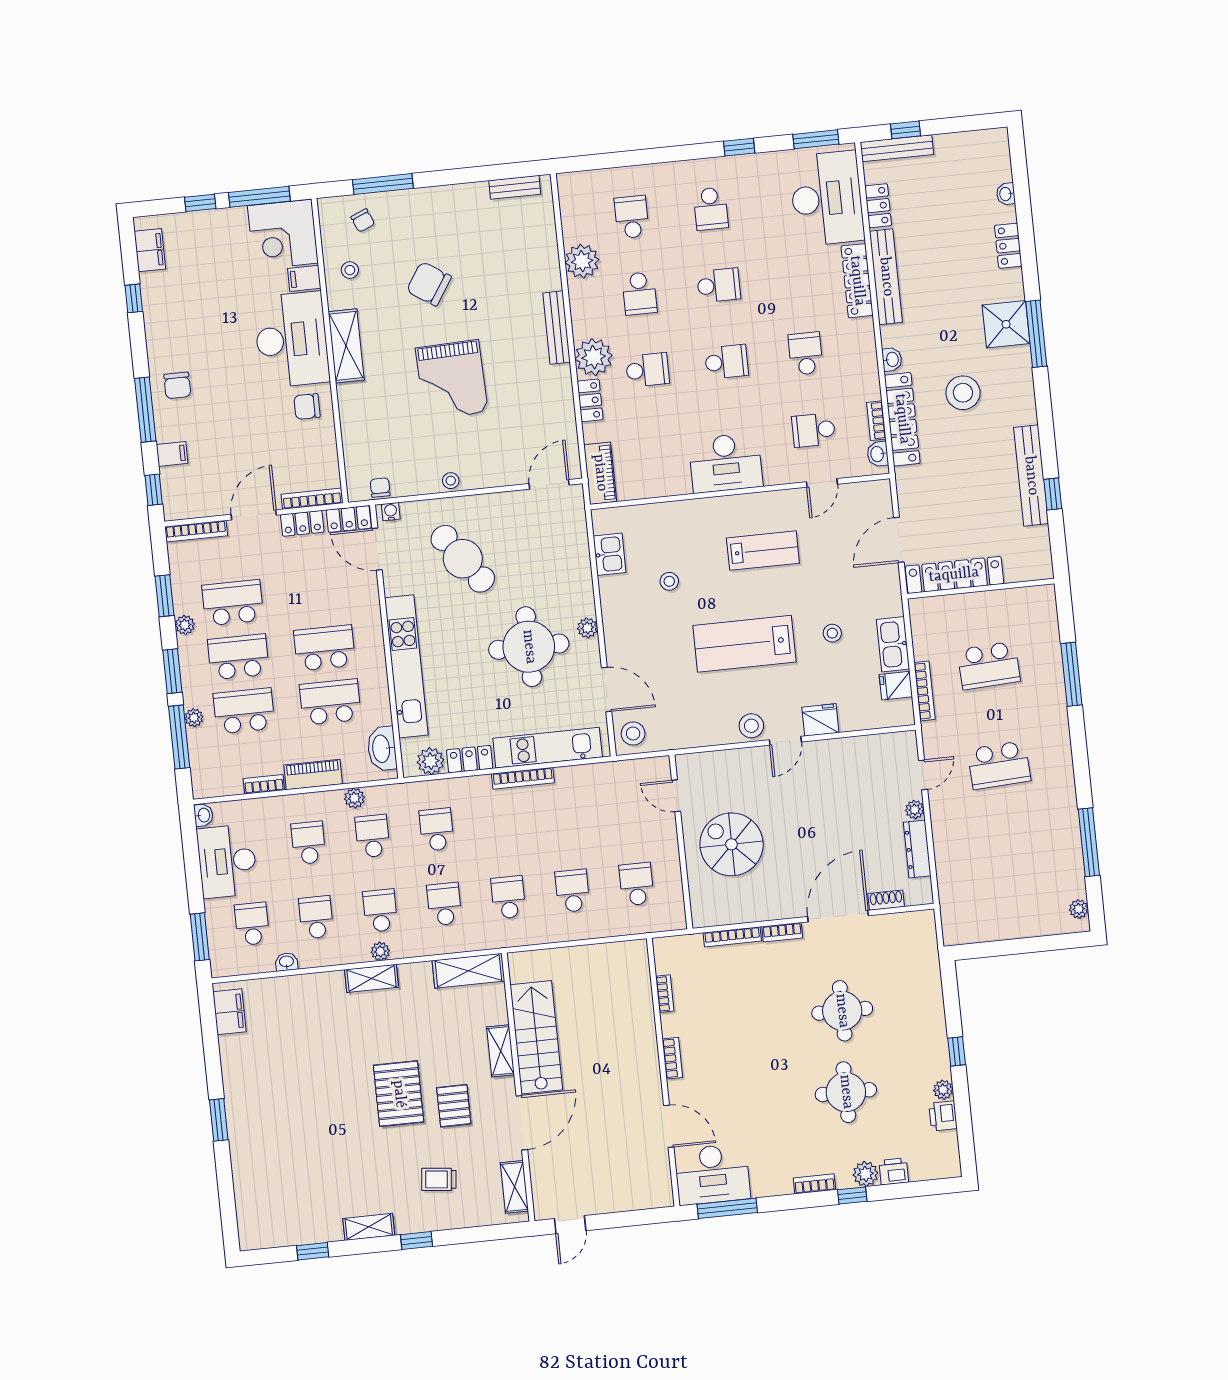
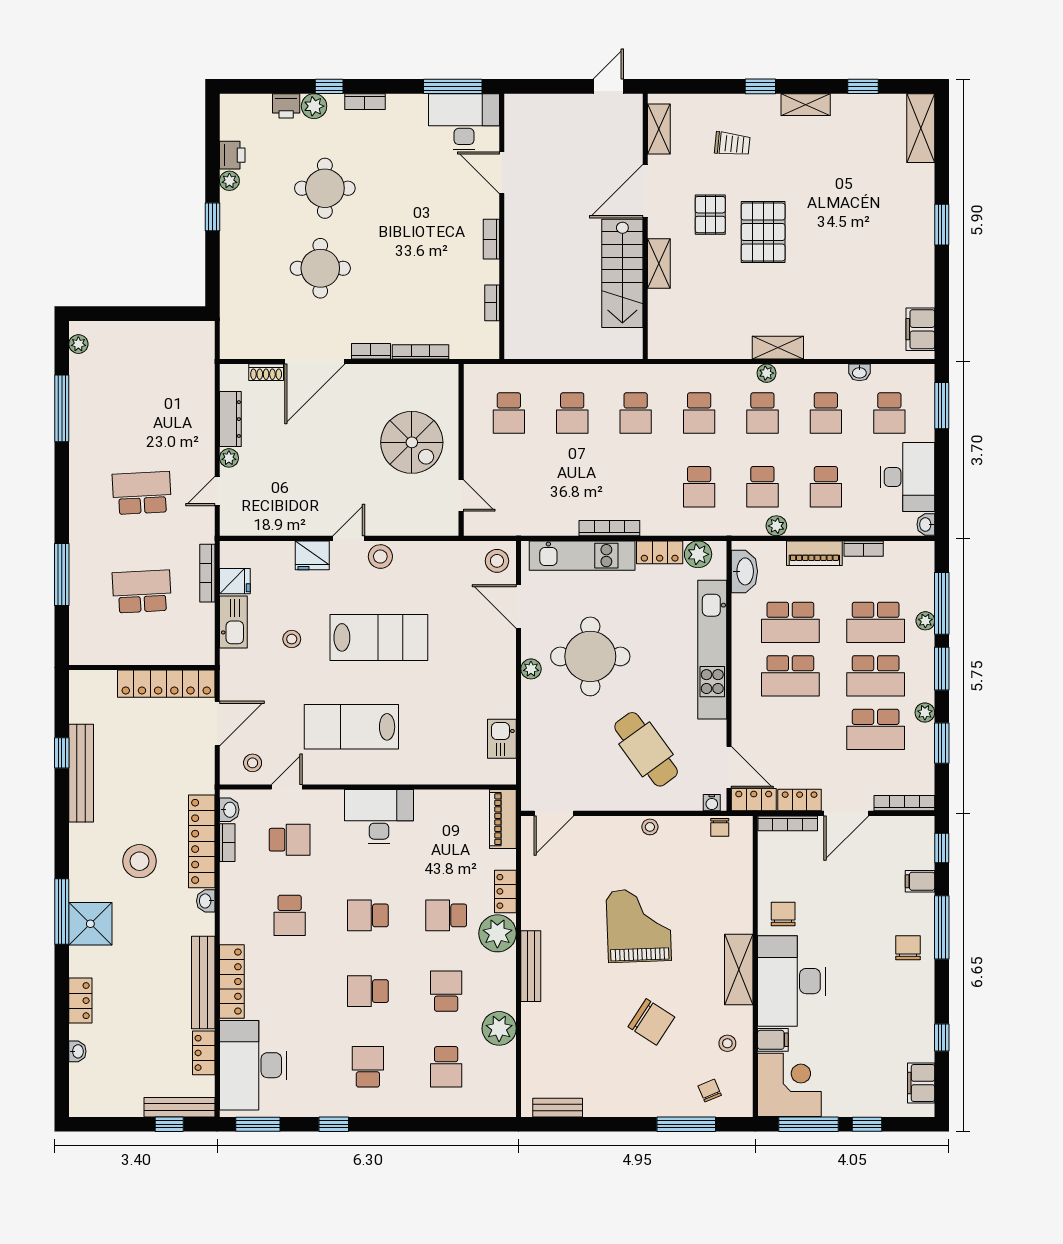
chair: (307, 407) -> (783, 914), turned -90
lab bench: (763, 551) -> (351, 727), width x1.36, depth x1.39
stool: (669, 581) -> (253, 763), moved
shelving: (468, 971) -> (921, 128), moved, turned 90

